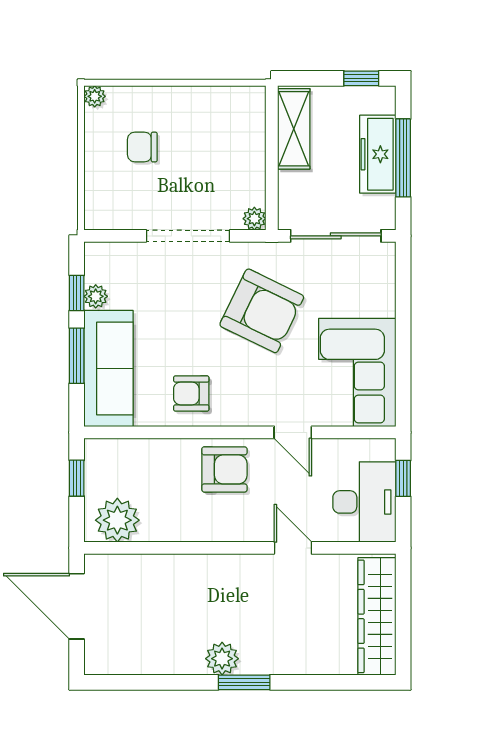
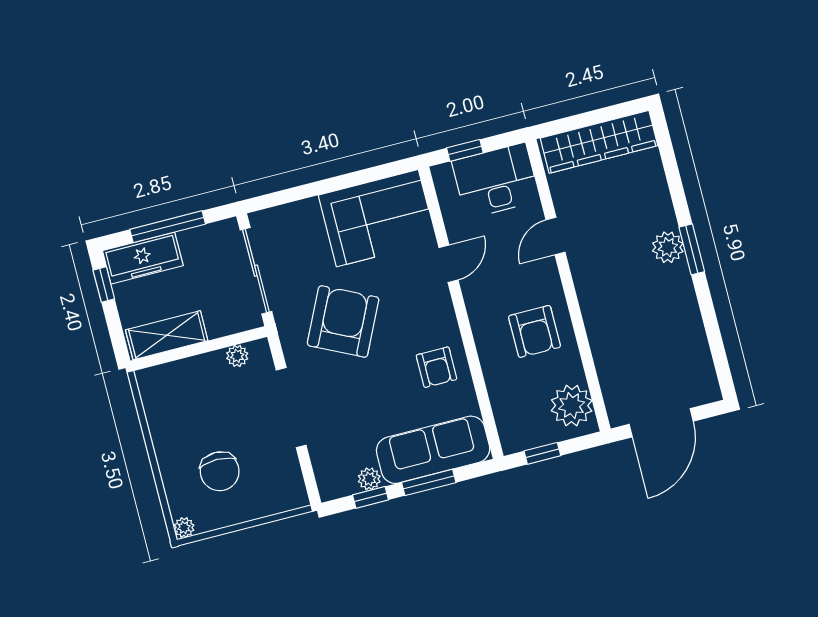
chair: (142, 147) -> (220, 471), width x1.37, depth x1.37
freezer: (378, 154) -> (143, 258), moved
plant: (254, 219) -> (237, 356), moved
armchair: (224, 469) -> (534, 331), moved, turned 180
plant: (222, 659) -> (668, 247), moved

